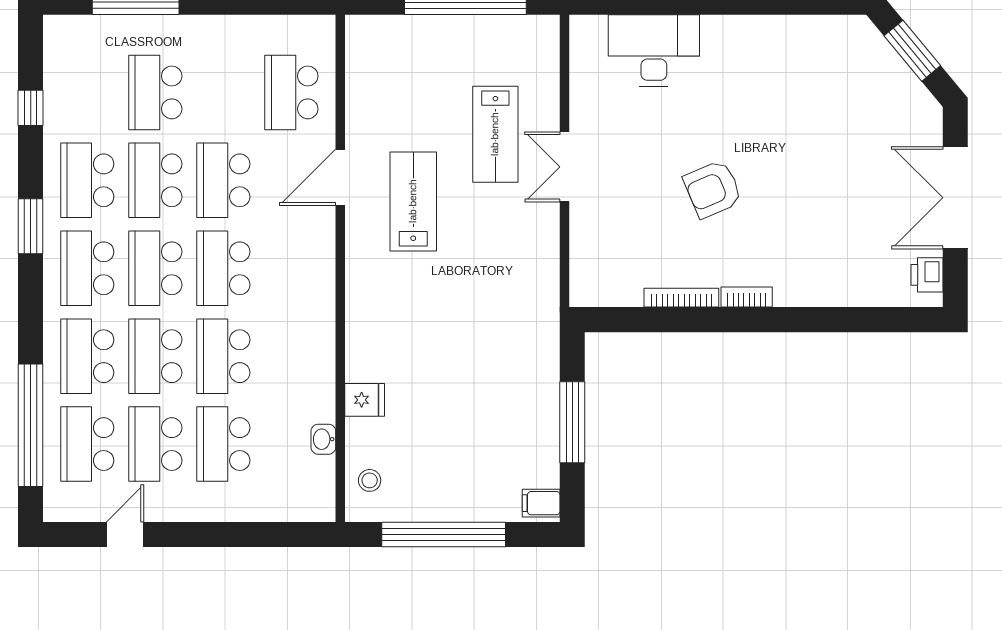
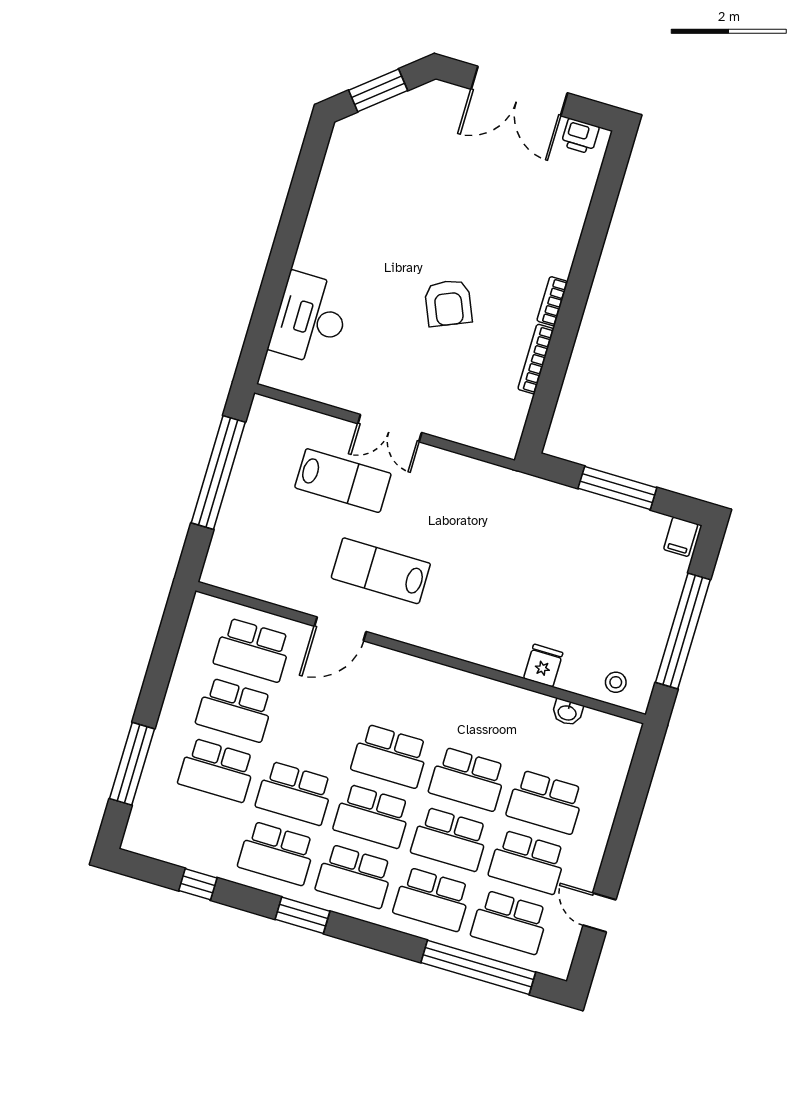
door: (340, 177) -> (340, 629), hinge flipped
school desk: (223, 180) -> (235, 710), moved

